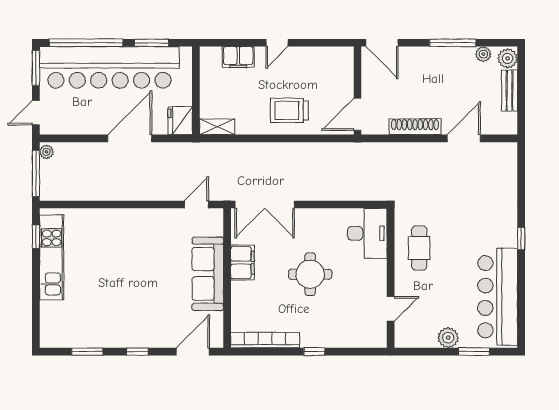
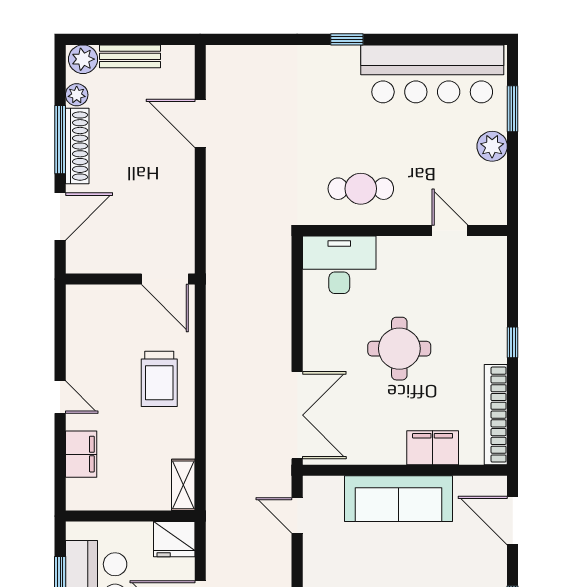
door: (382, 43) -> (60, 217), moved
shoe rack: (415, 127) -> (77, 146), moved, turned 180
filing cabinet: (242, 263) -> (433, 448), moved

